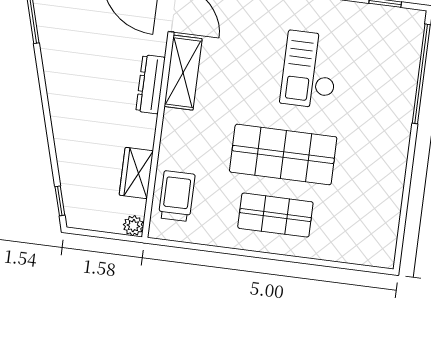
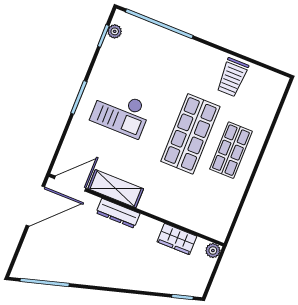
plant: (395, 16) -> (115, 31), added
checkout: (310, 70) -> (121, 113), moved
trolley: (177, 196) -> (232, 77), moved, turned -90

